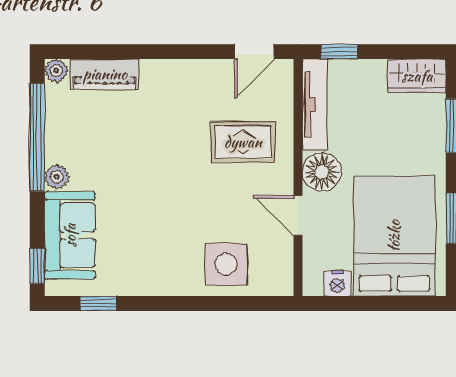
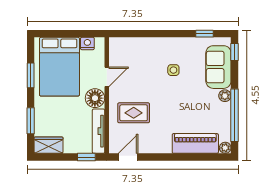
piano: (105, 74) -> (195, 143), width x1.37, depth x1.33
door: (298, 215) -> (107, 77), hinge flipped
side table: (226, 264) -> (173, 70), moved, width x0.54, depth x0.54

